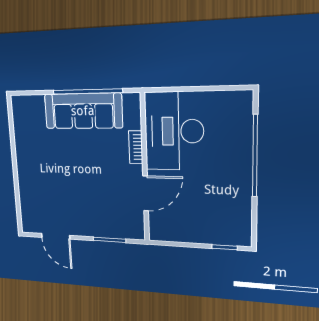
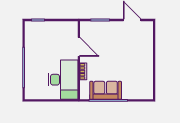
sofa: (83, 111) -> (106, 90), width x0.73
door: (146, 193) -> (79, 47), swing flipped

